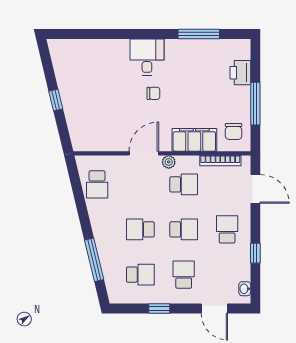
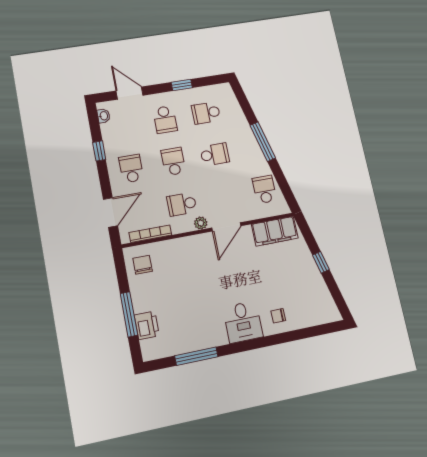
chair: (153, 93) -> (278, 316), moved
window: (255, 104) -> (129, 314), moved
filing cabinet: (194, 140) -> (275, 231), moved
door: (255, 189) -> (110, 212), swing flipped
school desk: (184, 229) -> (173, 161), turned 90
school desk: (227, 229) -> (131, 169), turned 180
window: (94, 260) -> (263, 142), moved

